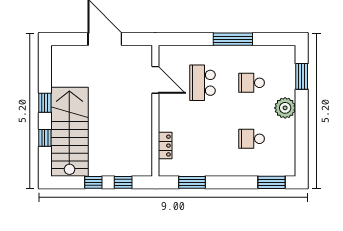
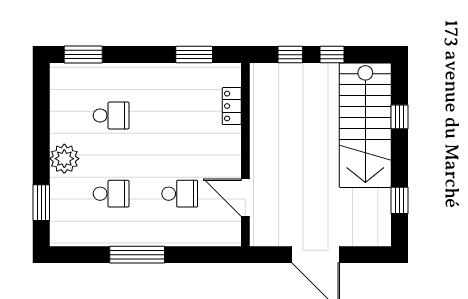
school desk: (202, 83) -> (180, 194), width x0.54
window: (45, 103) -> (400, 200), moved

